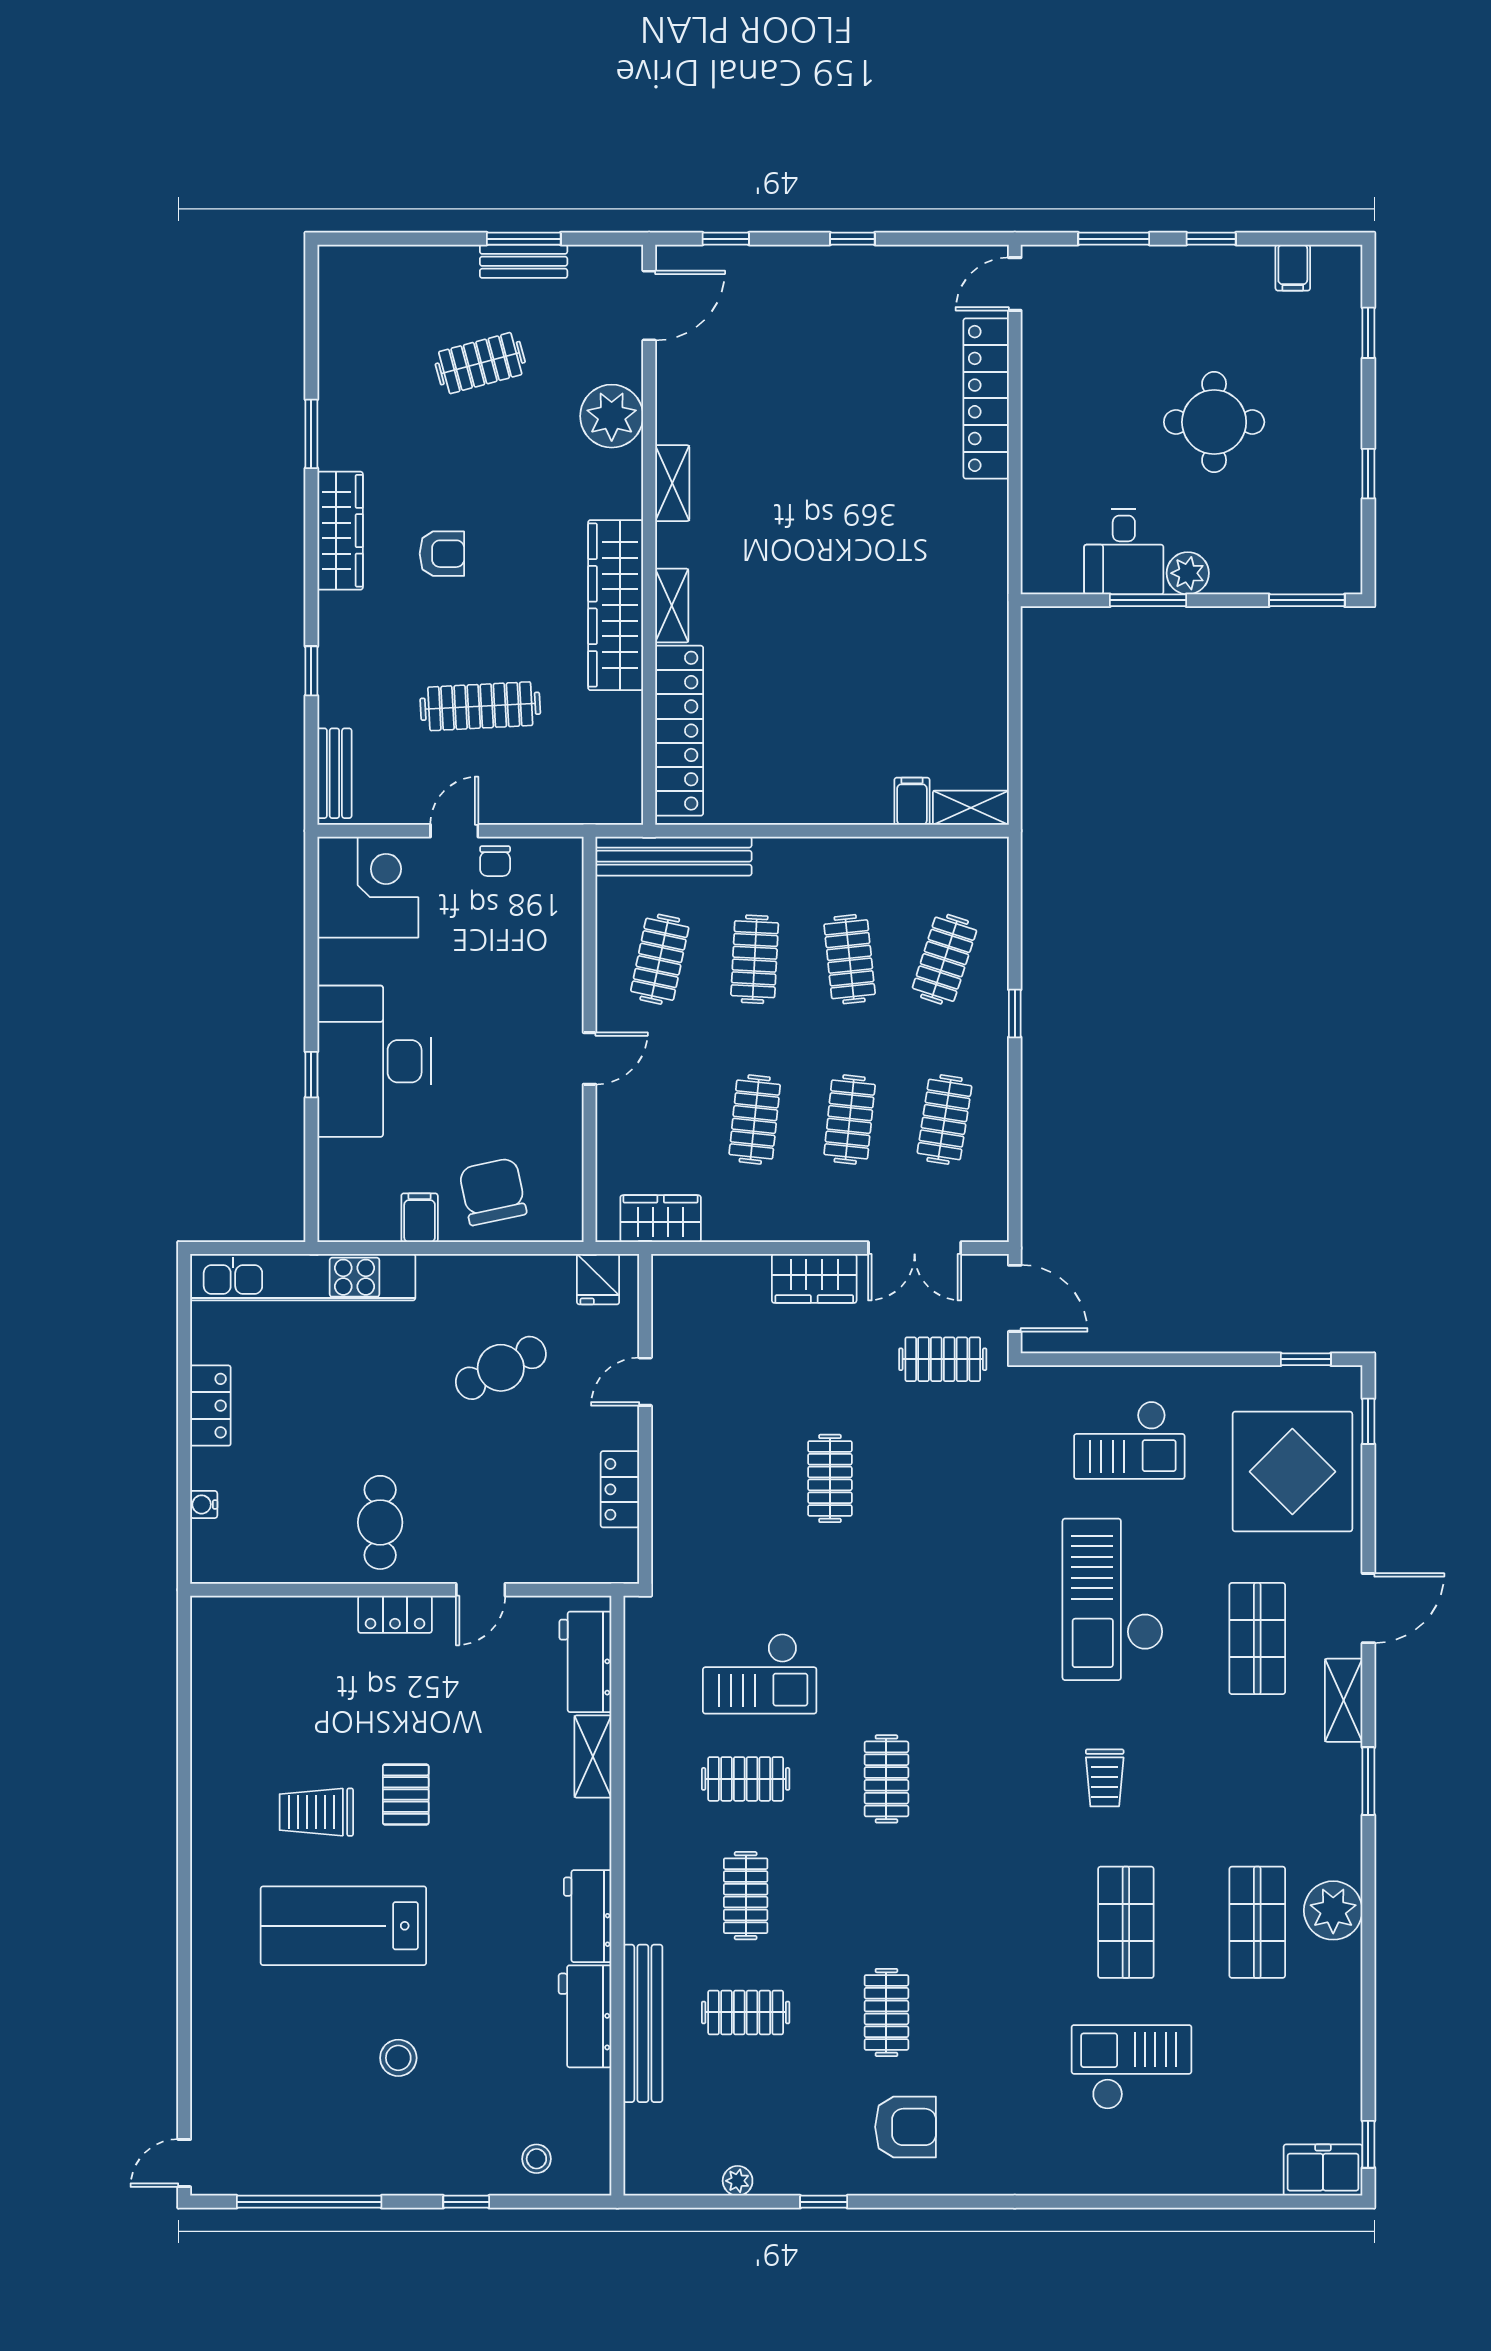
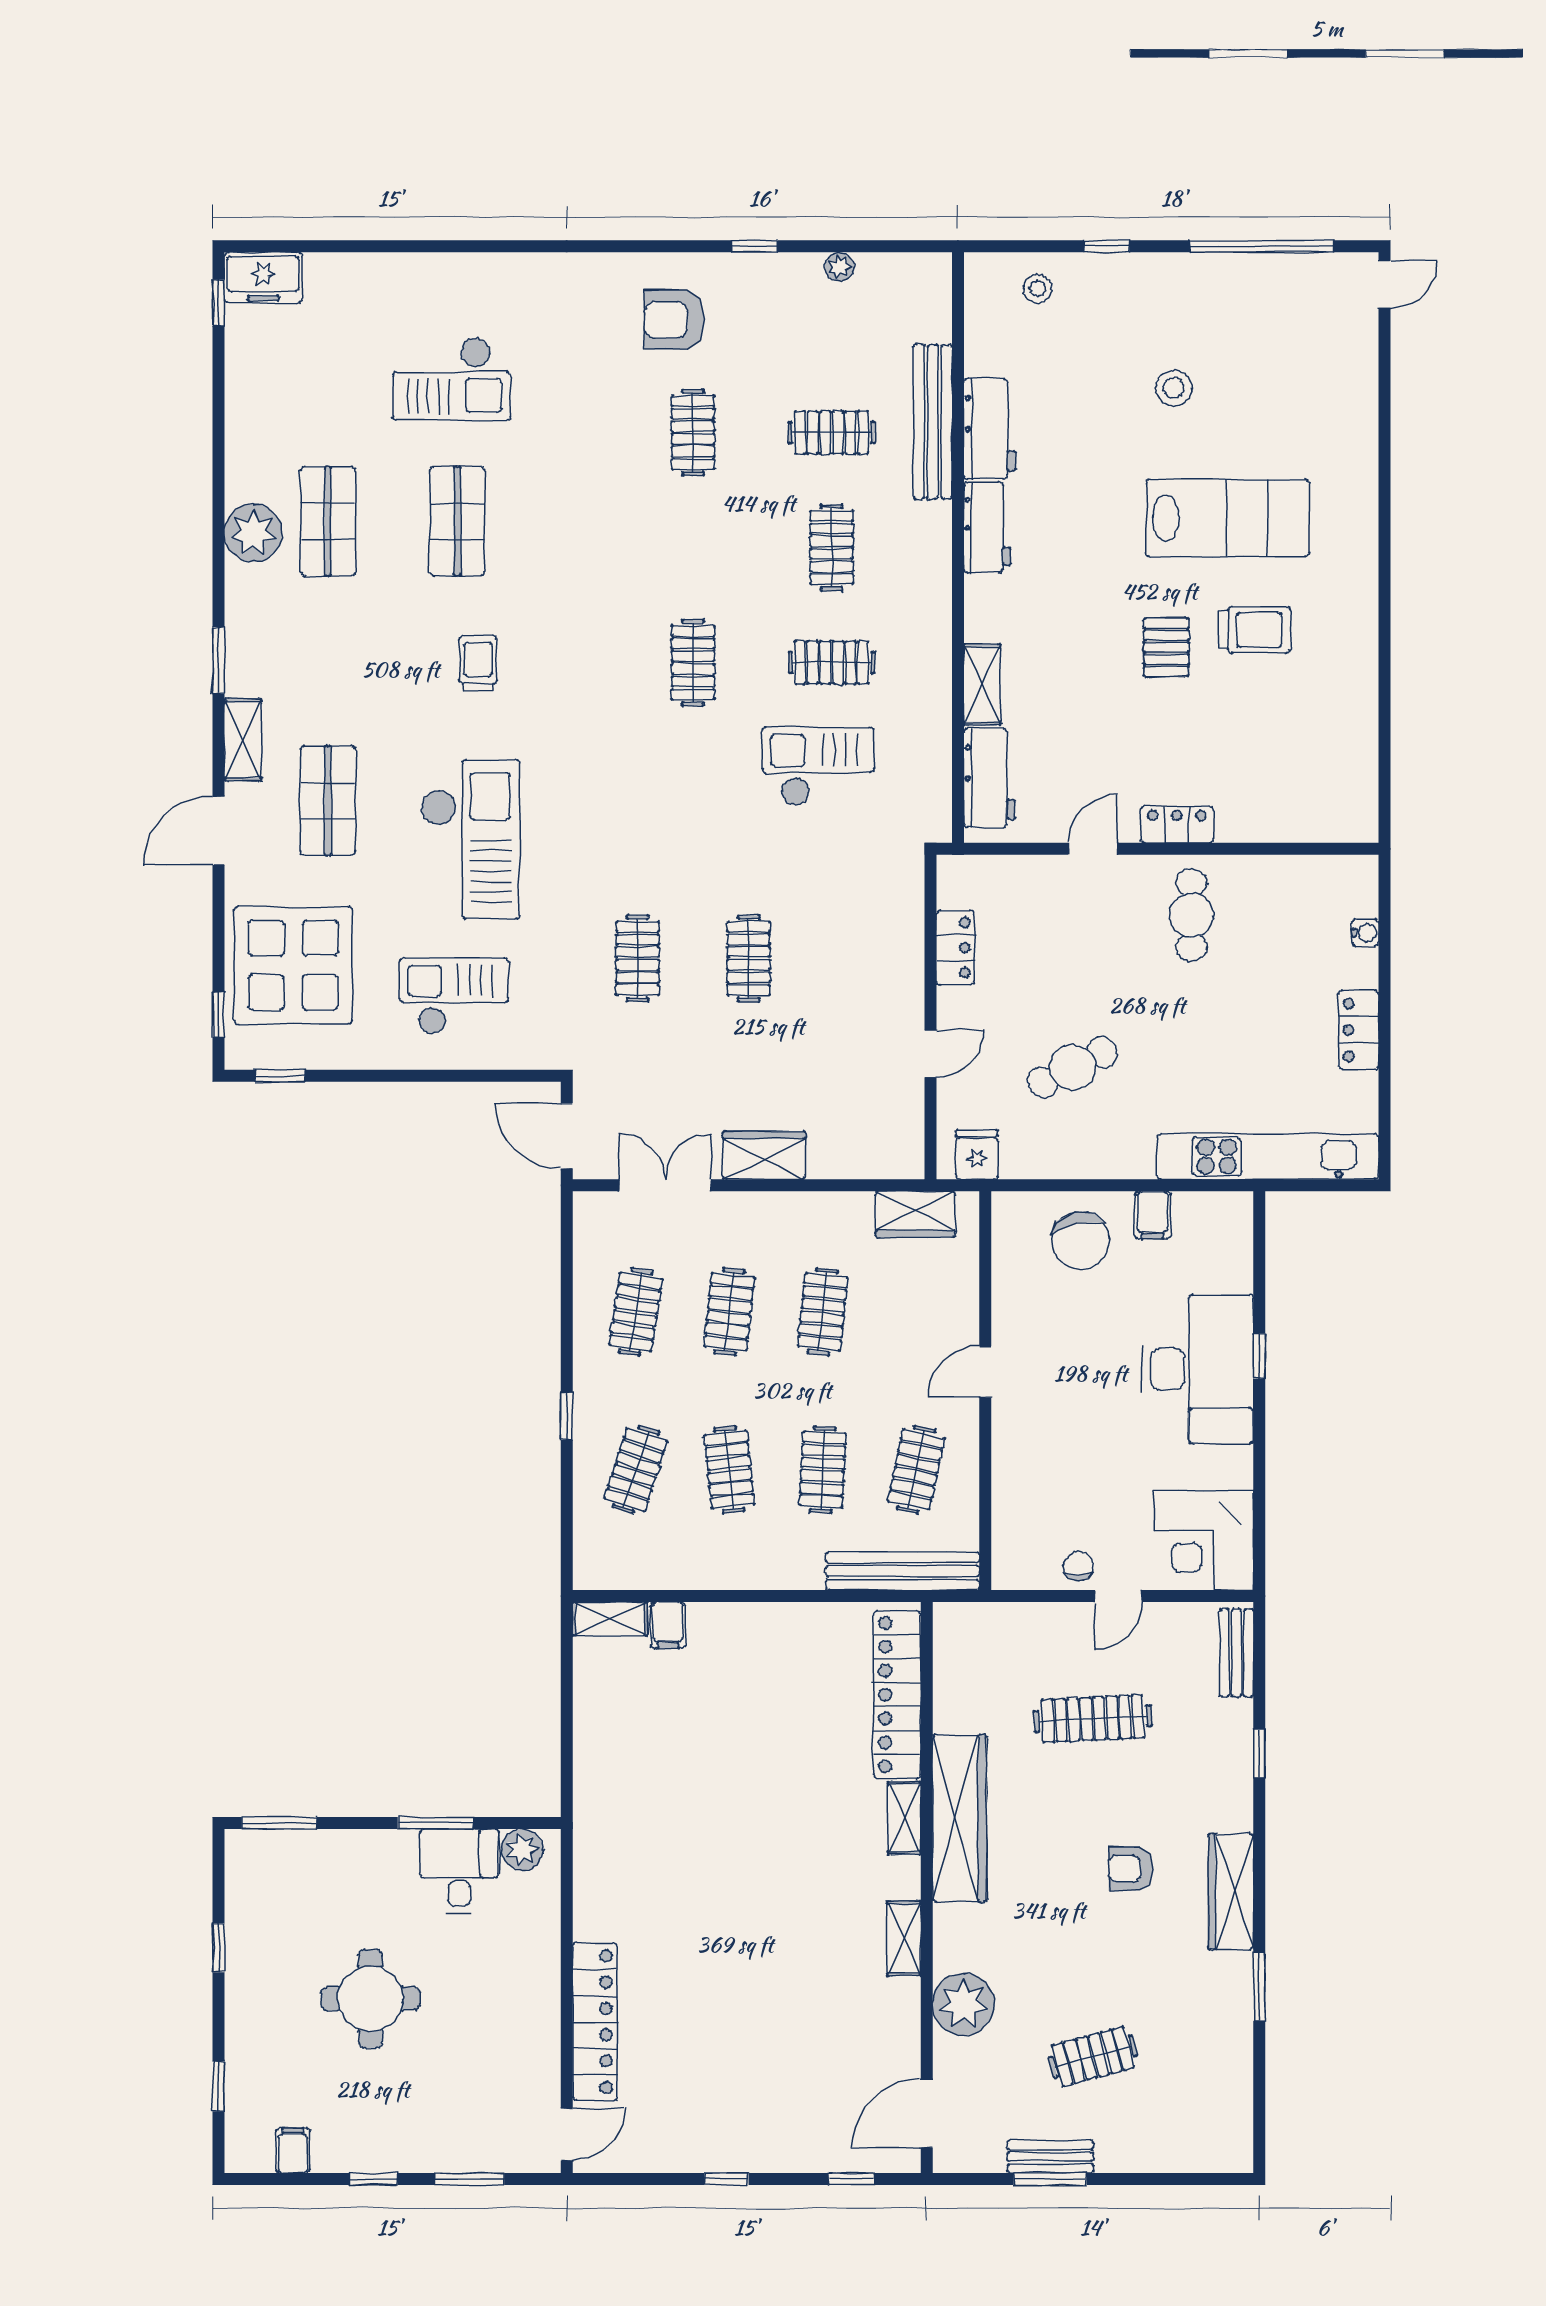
plant: (1188, 573) -> (522, 1850), moved
clothes rail: (943, 1359) -> (638, 958), moved, turned 90

